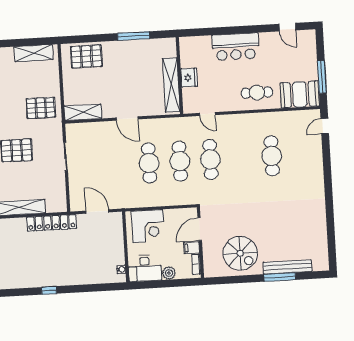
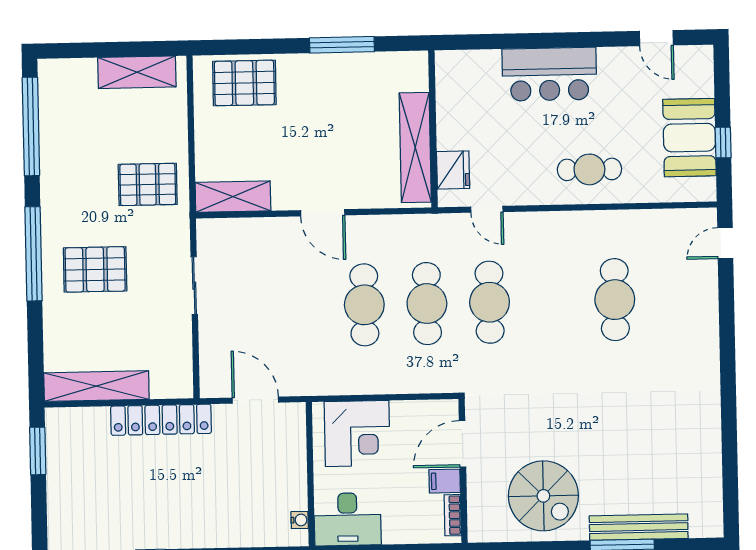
window: (322, 77) -> (723, 142), width x0.46
fridge: (189, 78) -> (453, 170), moved
booth: (300, 94) -> (689, 138), moved, turned 90
plant: (169, 273) -> (397, 531), removed

